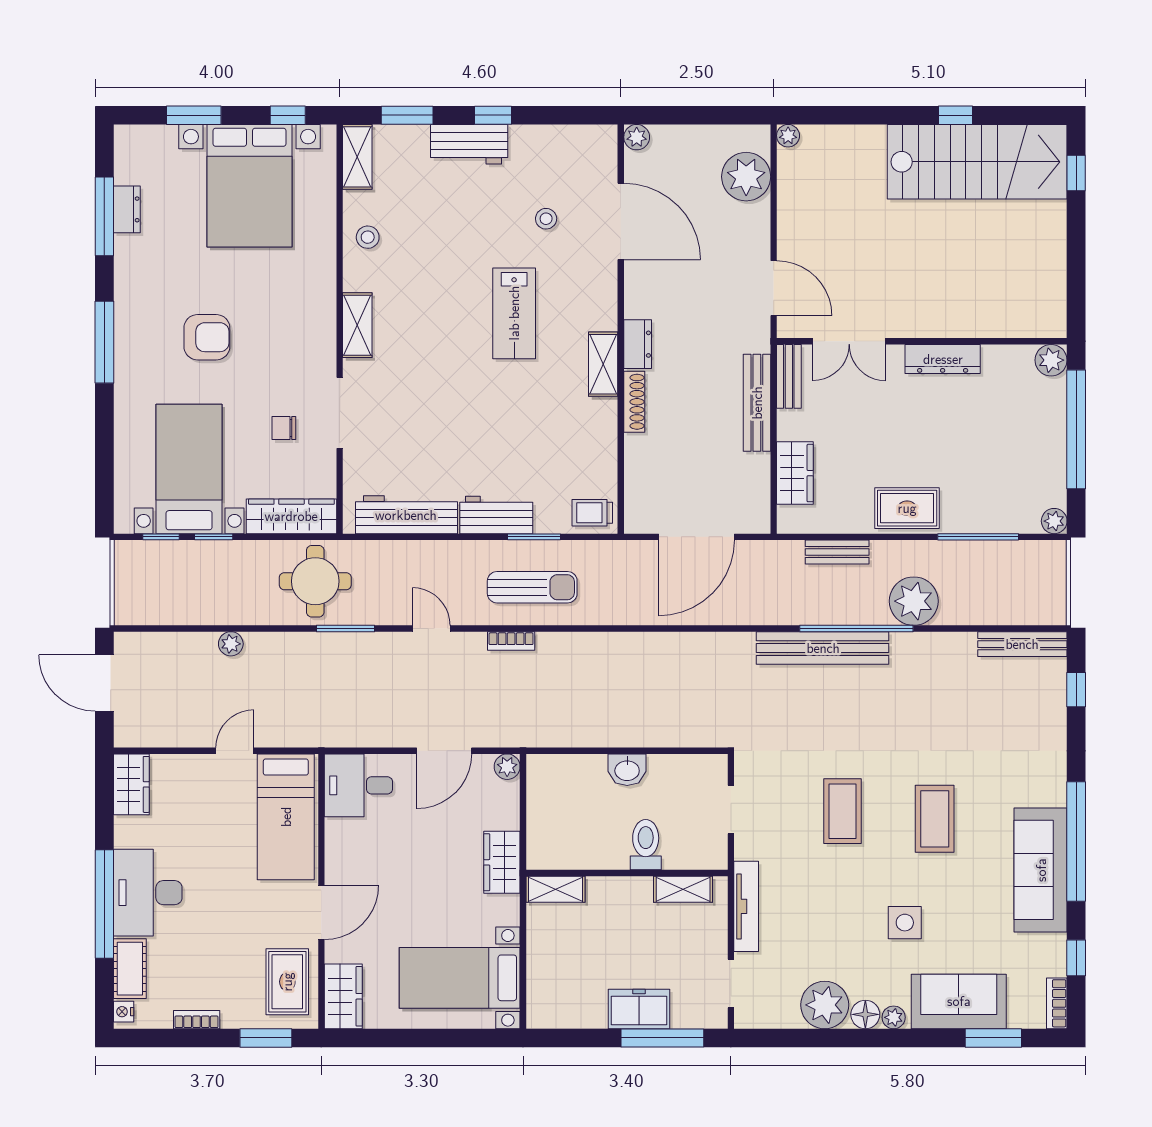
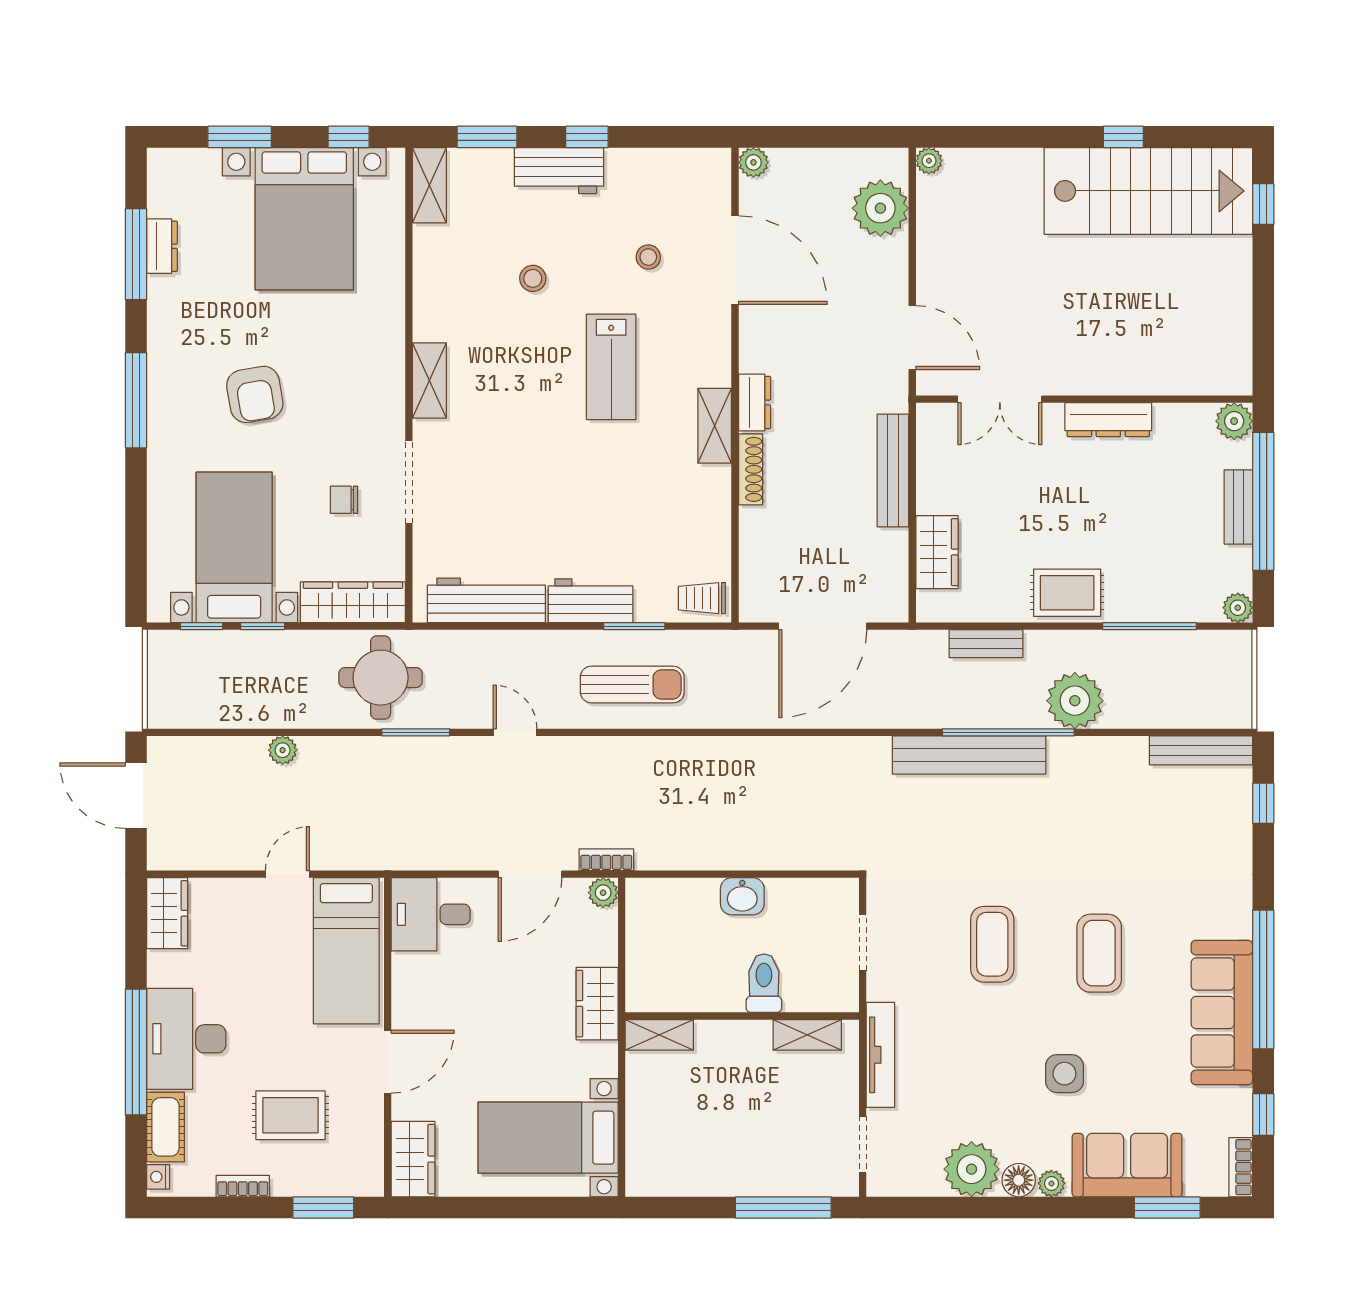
stool: (368, 237) -> (533, 278), moved
armchair: (207, 337) -> (255, 394), turned 80
bench: (789, 376) -> (1238, 507), moved
bookcase: (511, 641) -> (606, 860), moved, turned 180
rug: (287, 982) -> (291, 1115), moved, turned 90
freezer: (639, 1009) -> (756, 1174), removed

